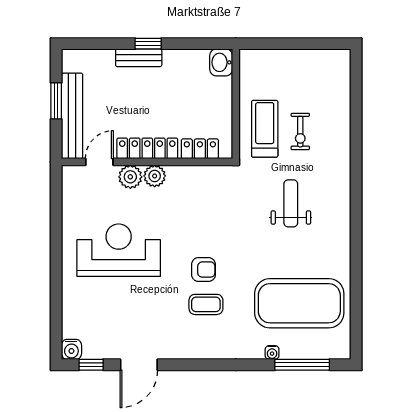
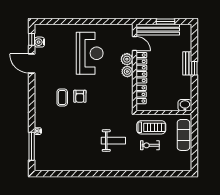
exercise mat: (299, 303) -> (183, 135), moved, width x0.50, depth x0.69
water cooler: (71, 349) -> (39, 42), moved

